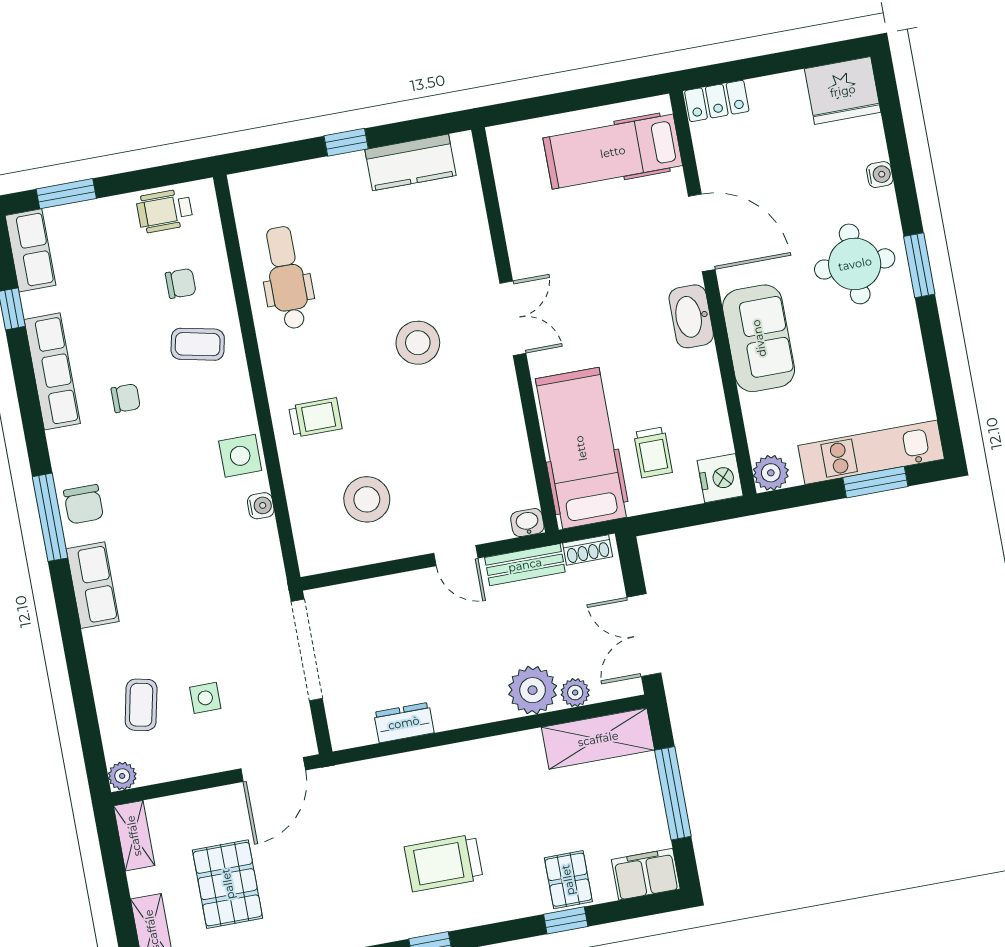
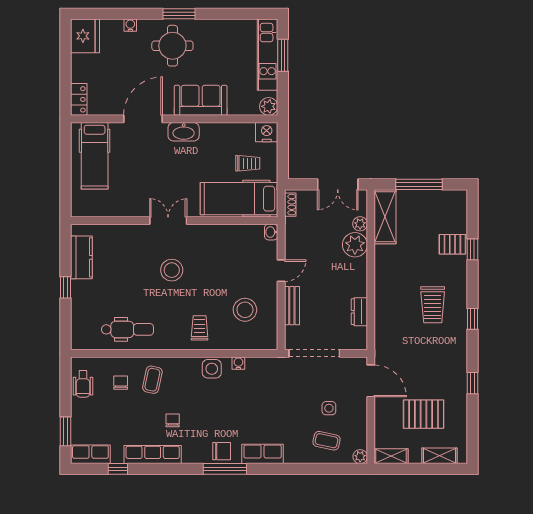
dental chair: (287, 278) -> (127, 329), turned 180
bench: (525, 565) -> (292, 306), moved
filing cabinet: (646, 874) -> (457, 205), removed

